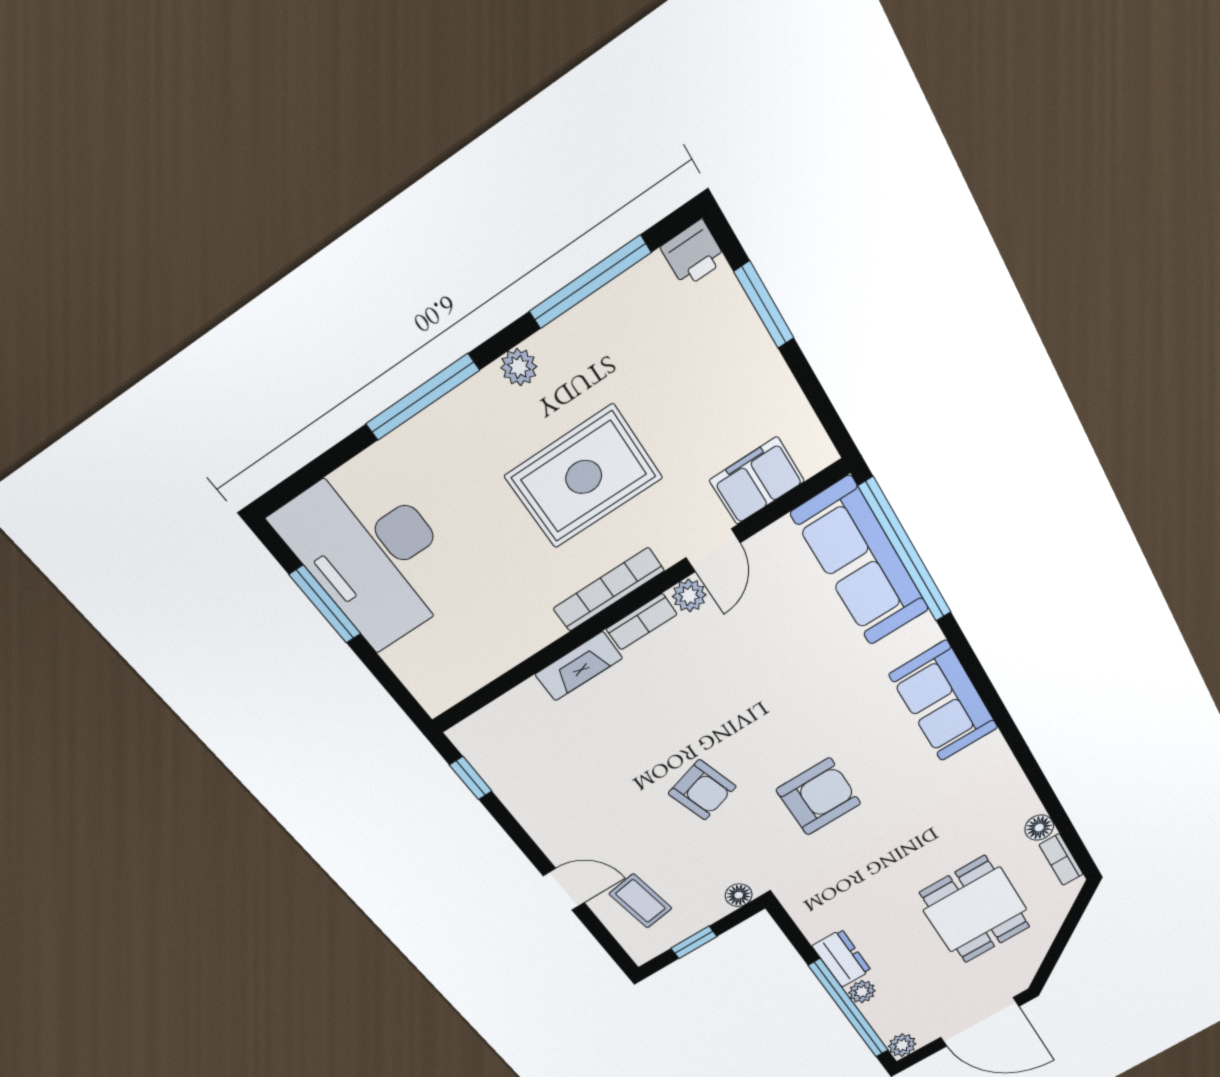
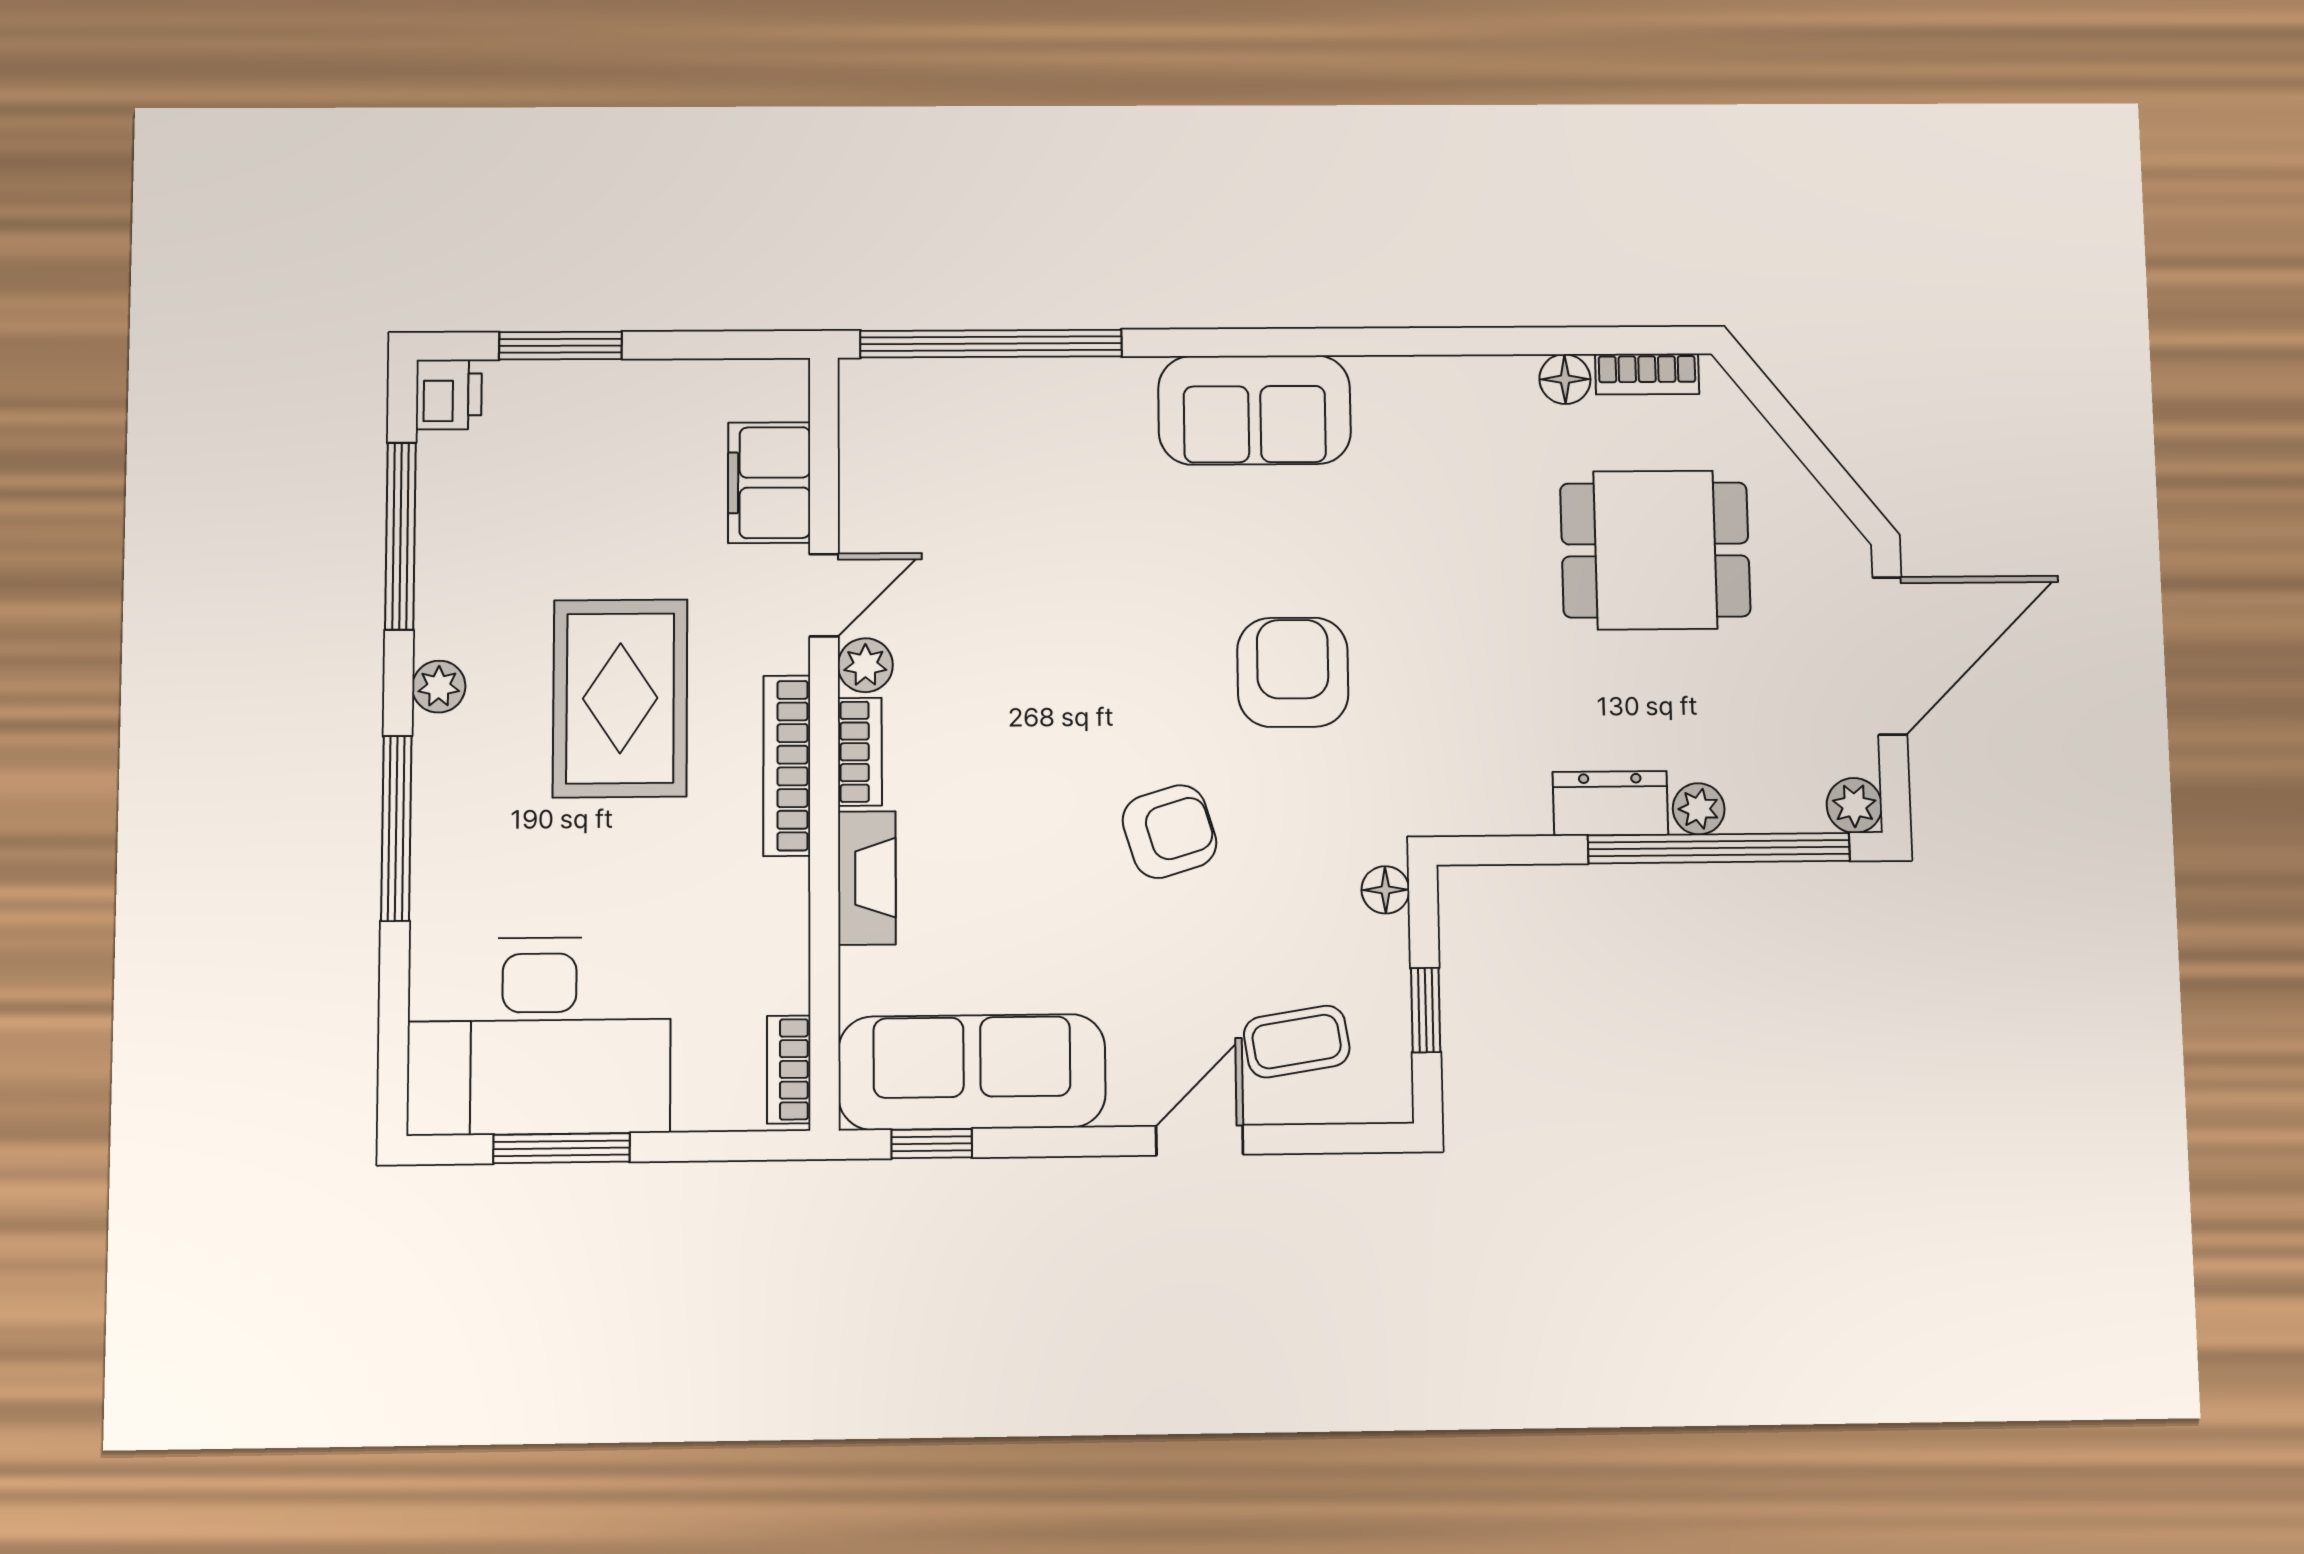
door: (713, 550) -> (824, 595), hinge flipped
sofa: (861, 562) -> (972, 1072), moved, turned 180
bookcase: (454, 690) -> (789, 1069), added

